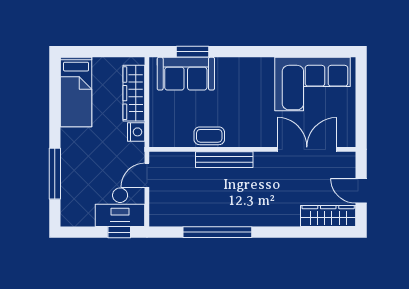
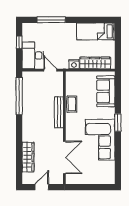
window: (193, 52) -> (118, 123), moved
corner sofa: (313, 84) -> (100, 140), moved
wardrobe: (328, 216) -> (28, 157), moved
window: (119, 232) -> (19, 42), moved
window: (217, 232) -> (19, 96), moved

